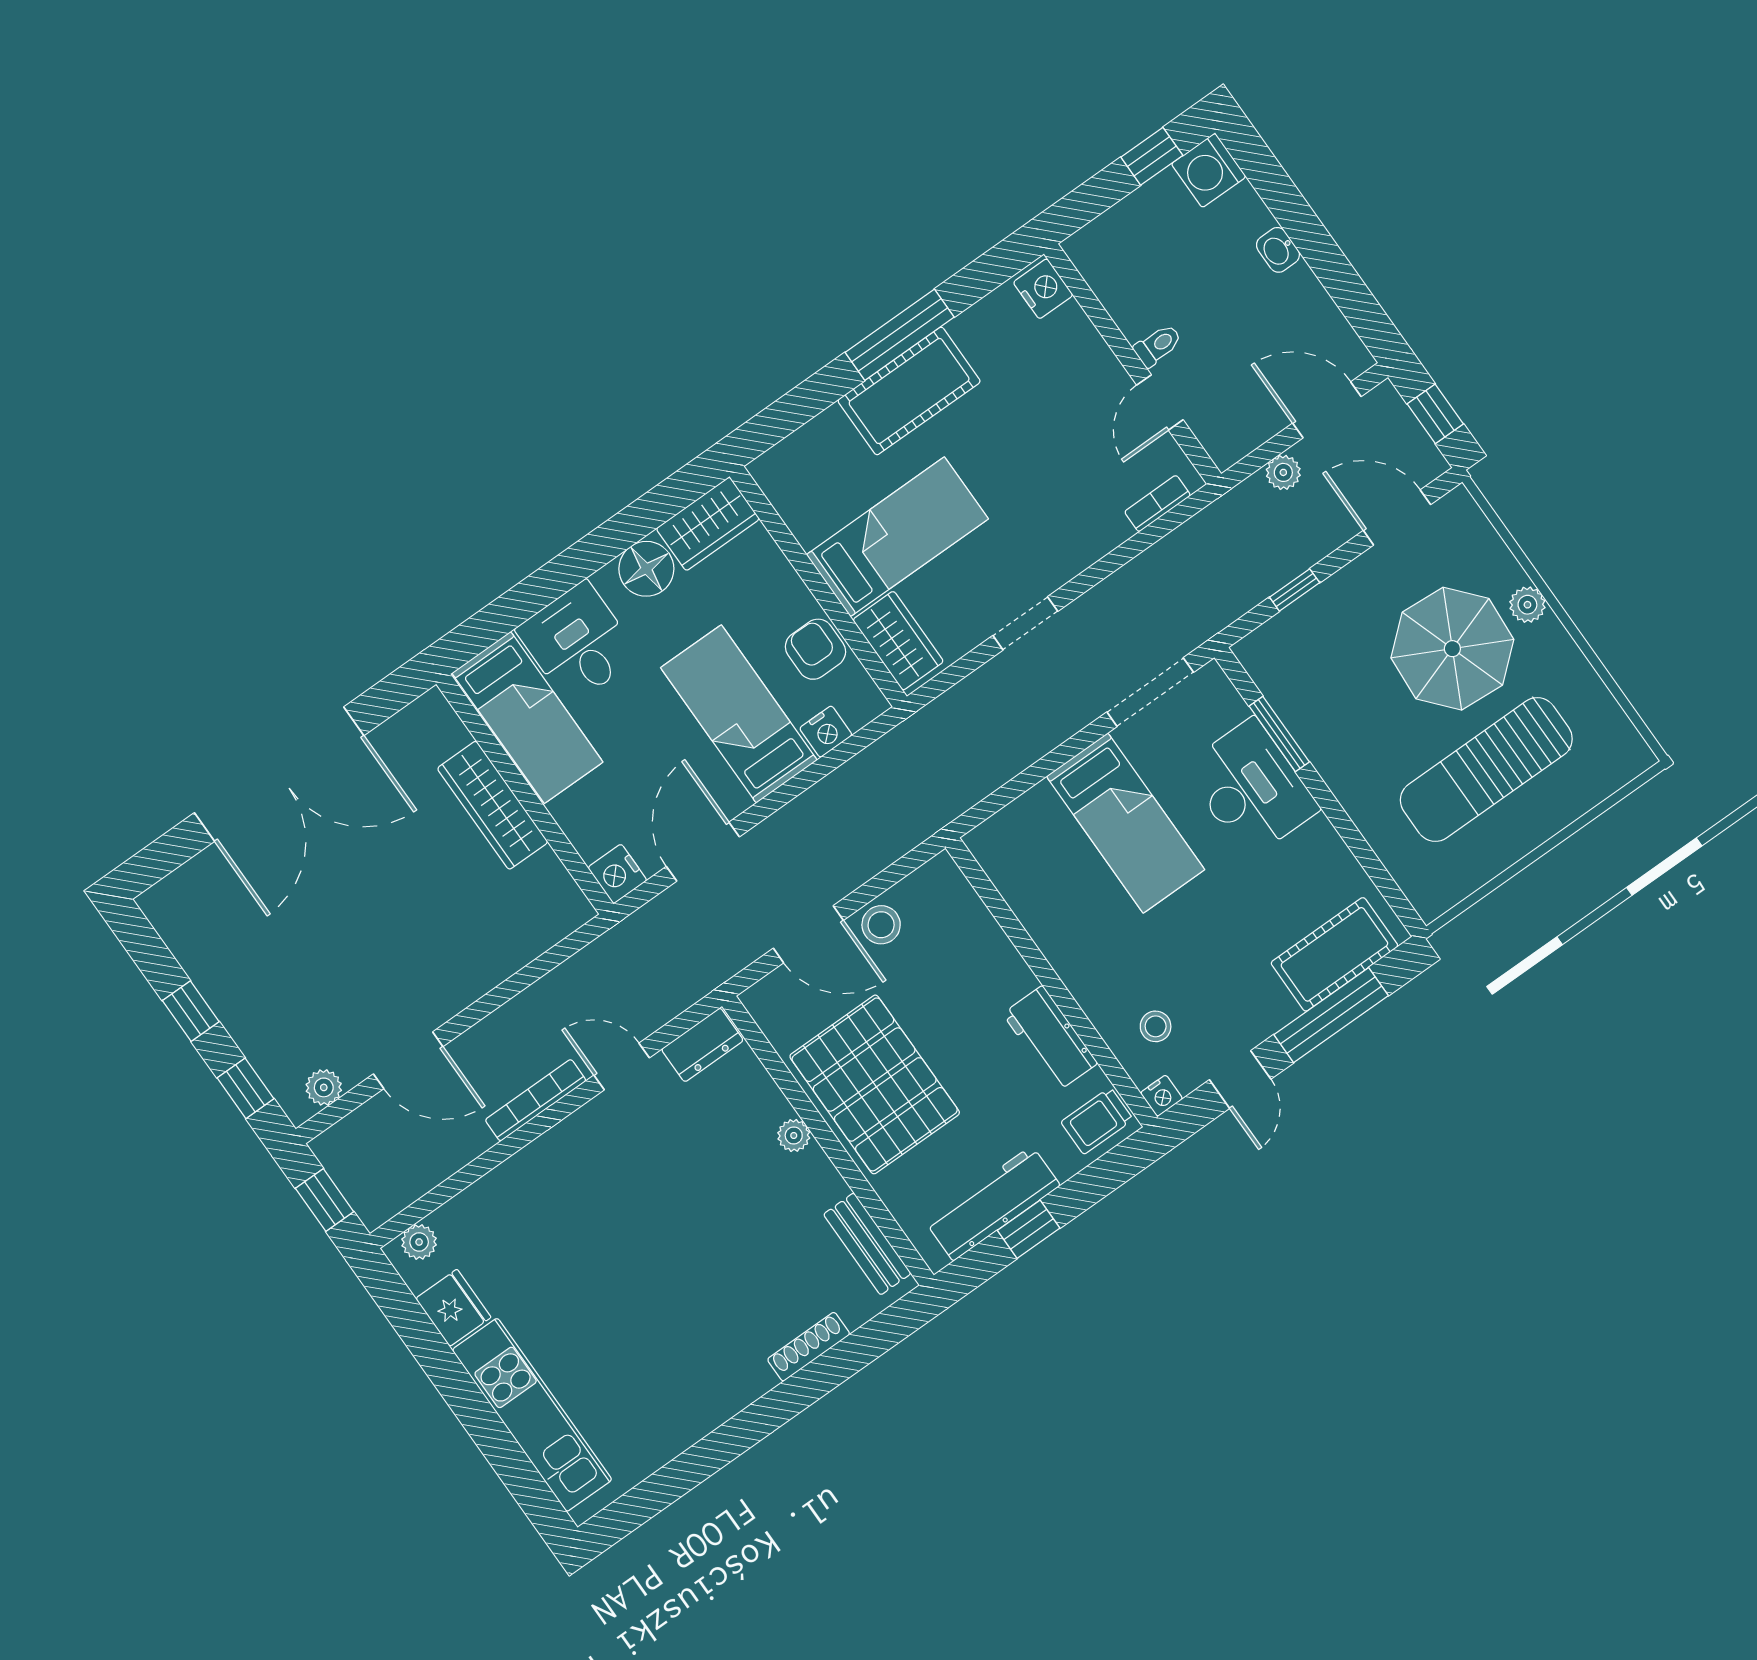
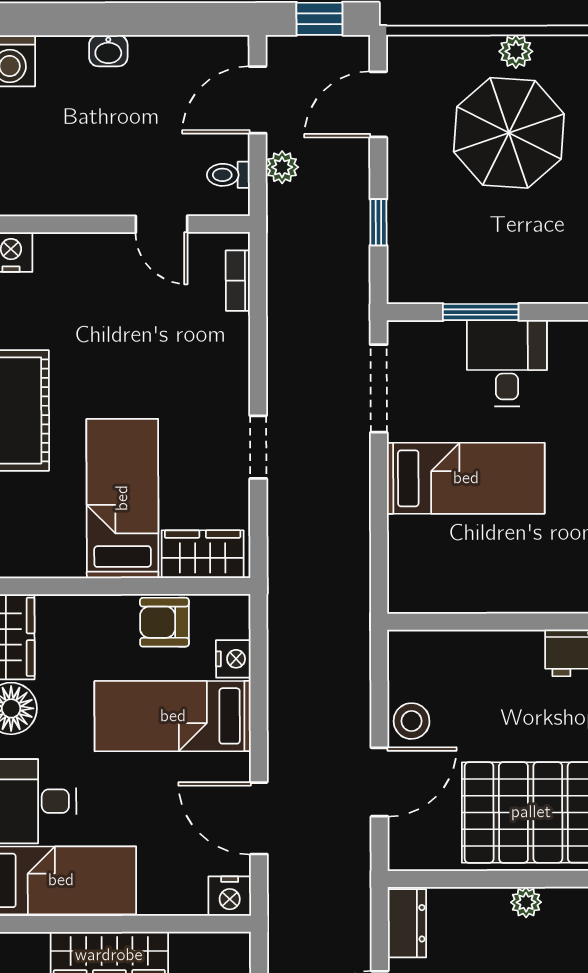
toilet: (1158, 345) -> (228, 175), moved, turned -90
desk: (1251, 788) -> (507, 363), width x0.73

